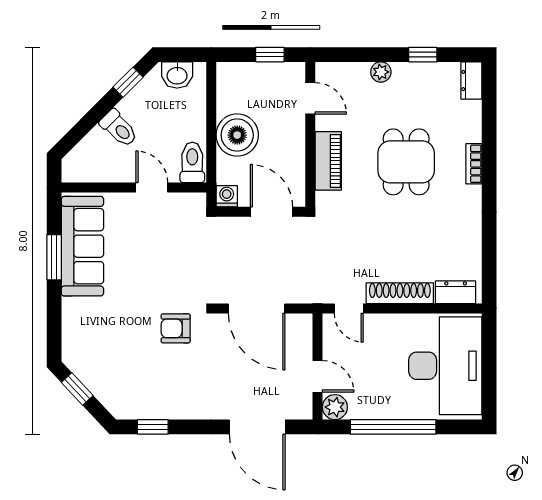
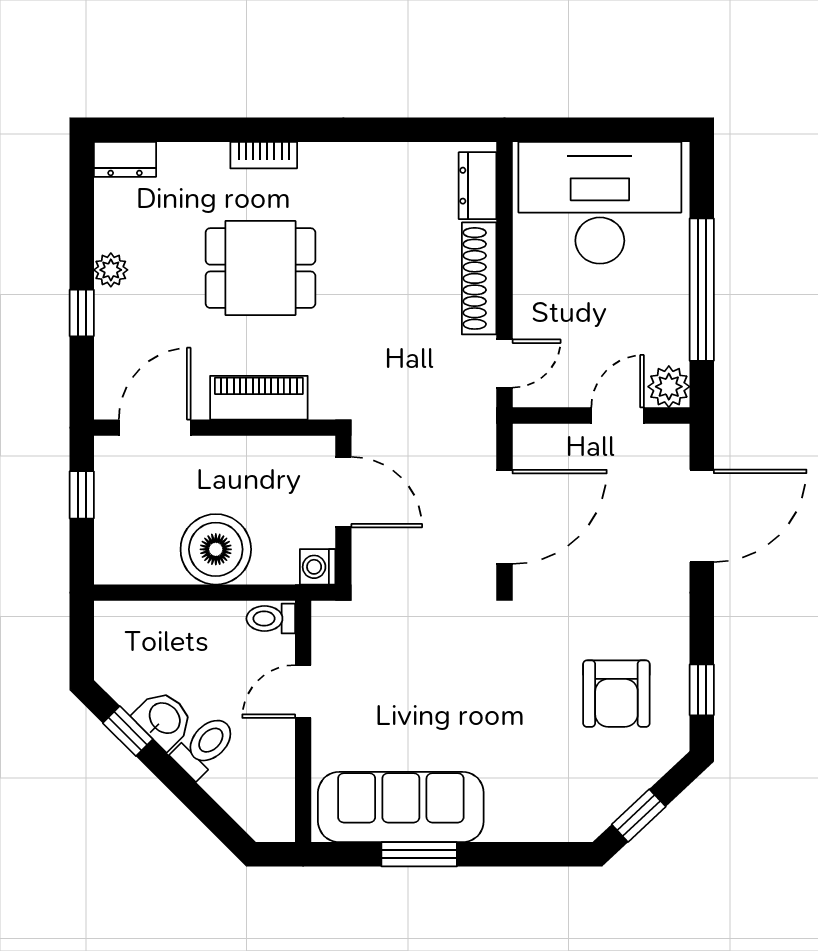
window: (423, 55) -> (82, 313), moved
plant: (381, 72) -> (111, 270), moved
washbasin: (177, 75) -> (164, 719), moved, turned -45
door: (310, 98) -> (155, 428), width x1.38
toilet: (192, 162) -> (271, 619), width x0.73, depth x0.72
door: (271, 212) -> (343, 492), swing flipped
armchair: (176, 328) -> (616, 694), moved, width x1.38, depth x1.38

